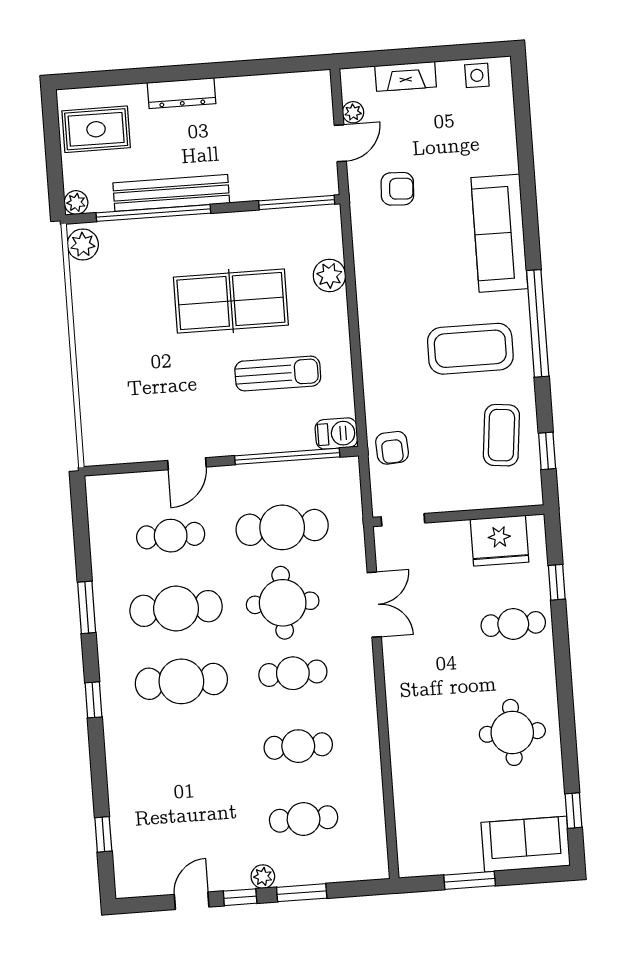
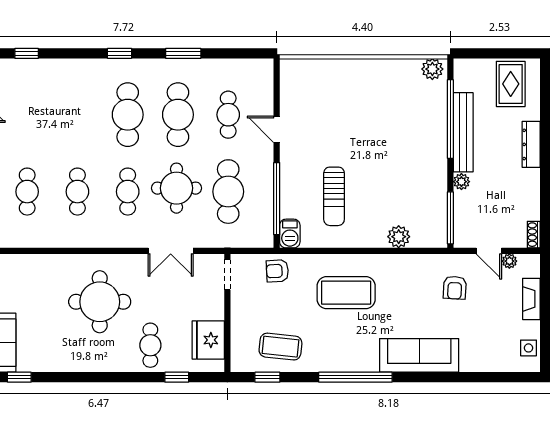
shoe rack: (312, 80) -> (534, 235), added
plant: (76, 203) -> (461, 182), moved
table tennis table: (231, 301) -> (386, 168), removed
coffee table: (470, 349) -> (346, 293), moved, turned 90
round table: (512, 732) -> (100, 302), moved, width x1.36, depth x1.36

